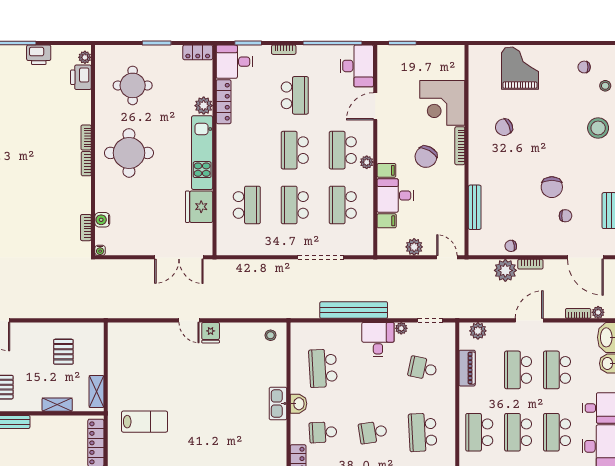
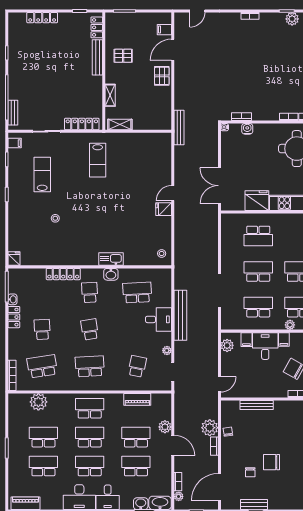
plant: (414, 247) -> (227, 345), moved
bench: (100, 312) -> (179, 127), added
plant: (478, 331) -> (165, 427), moved
desk: (378, 340) -> (158, 319), moved
pallet: (63, 352) -> (162, 76), moved, turned 90

